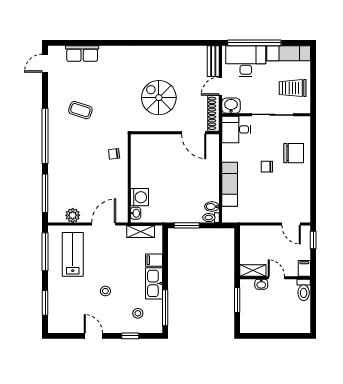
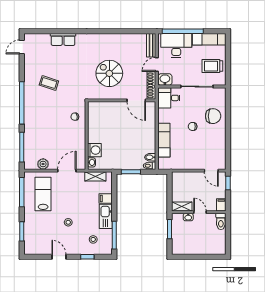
row of seats: (82, 54) -> (63, 39), moved

